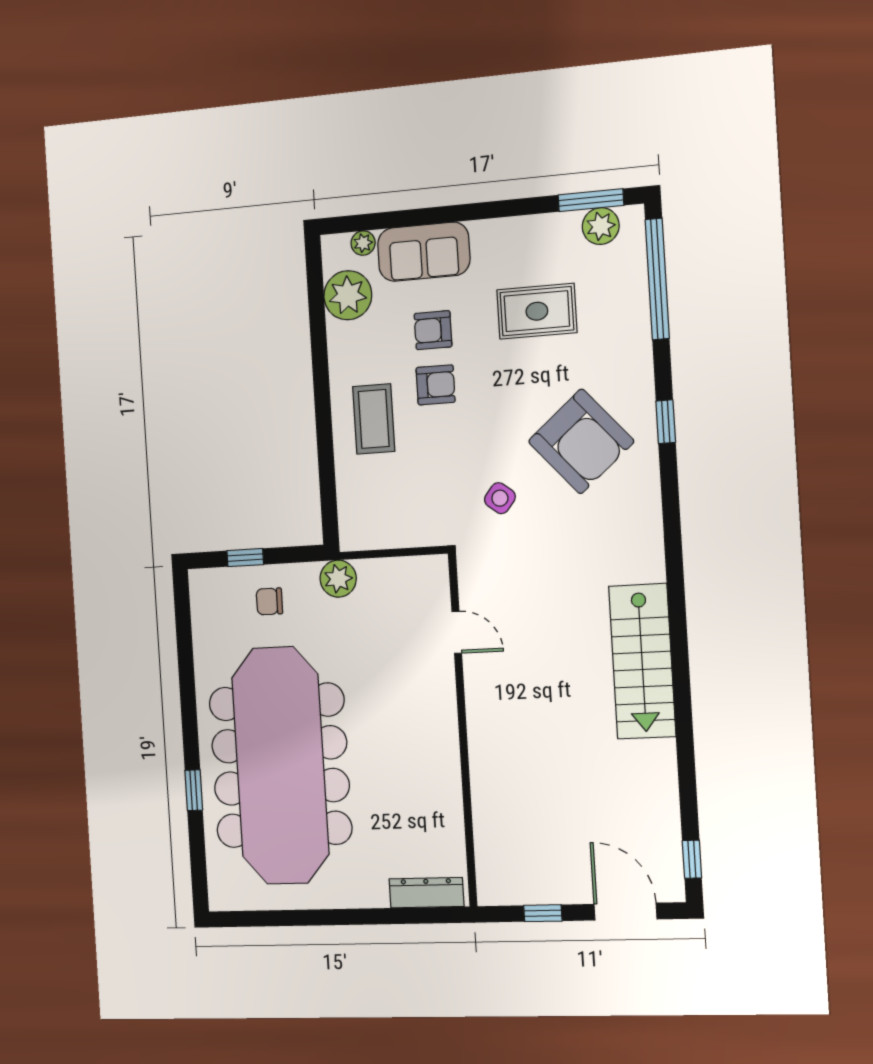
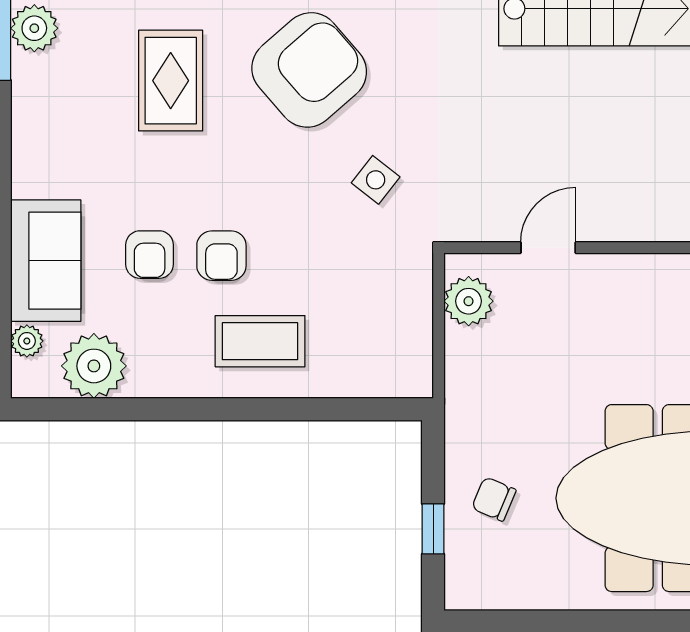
rug: (537, 311) -> (171, 81), moved
armchair: (436, 385) -> (221, 256), turned 180
plant: (338, 579) -> (469, 301), moved
chair: (269, 601) -> (494, 499), turned 113

